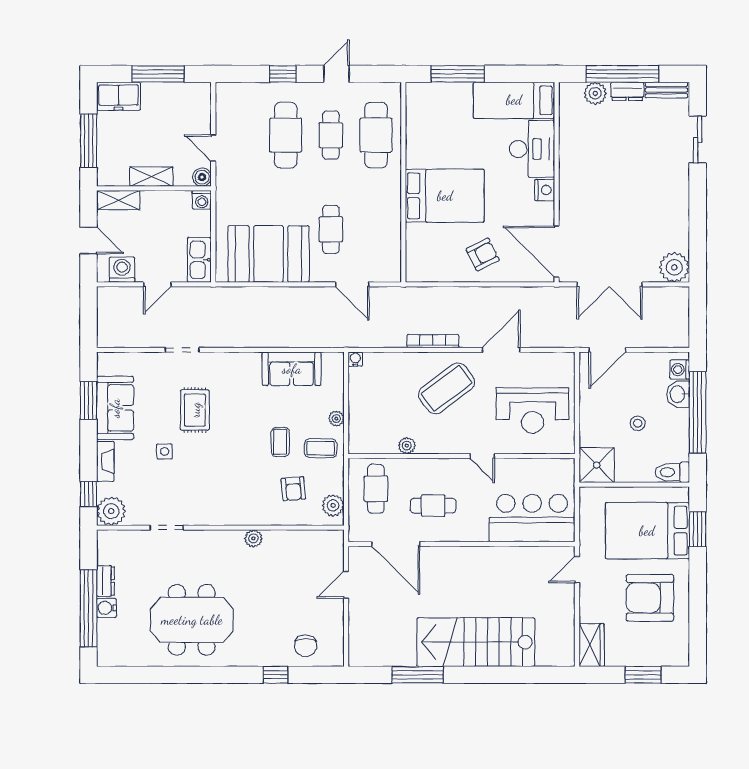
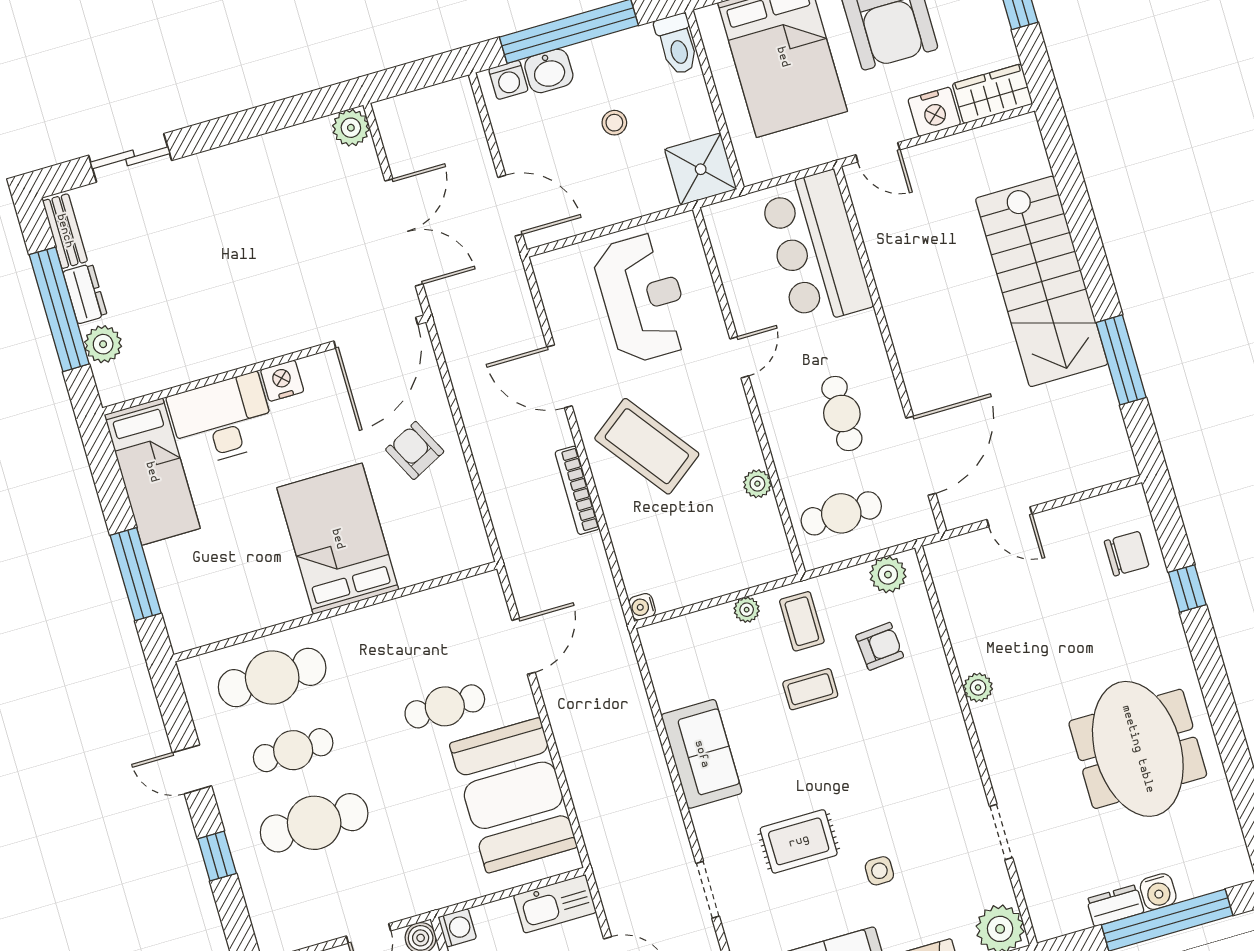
plant: (674, 267) -> (351, 128), width x0.73, depth x0.73
sofa: (292, 369) -> (702, 754), moved
nightstand: (591, 609) -> (934, 112), added

